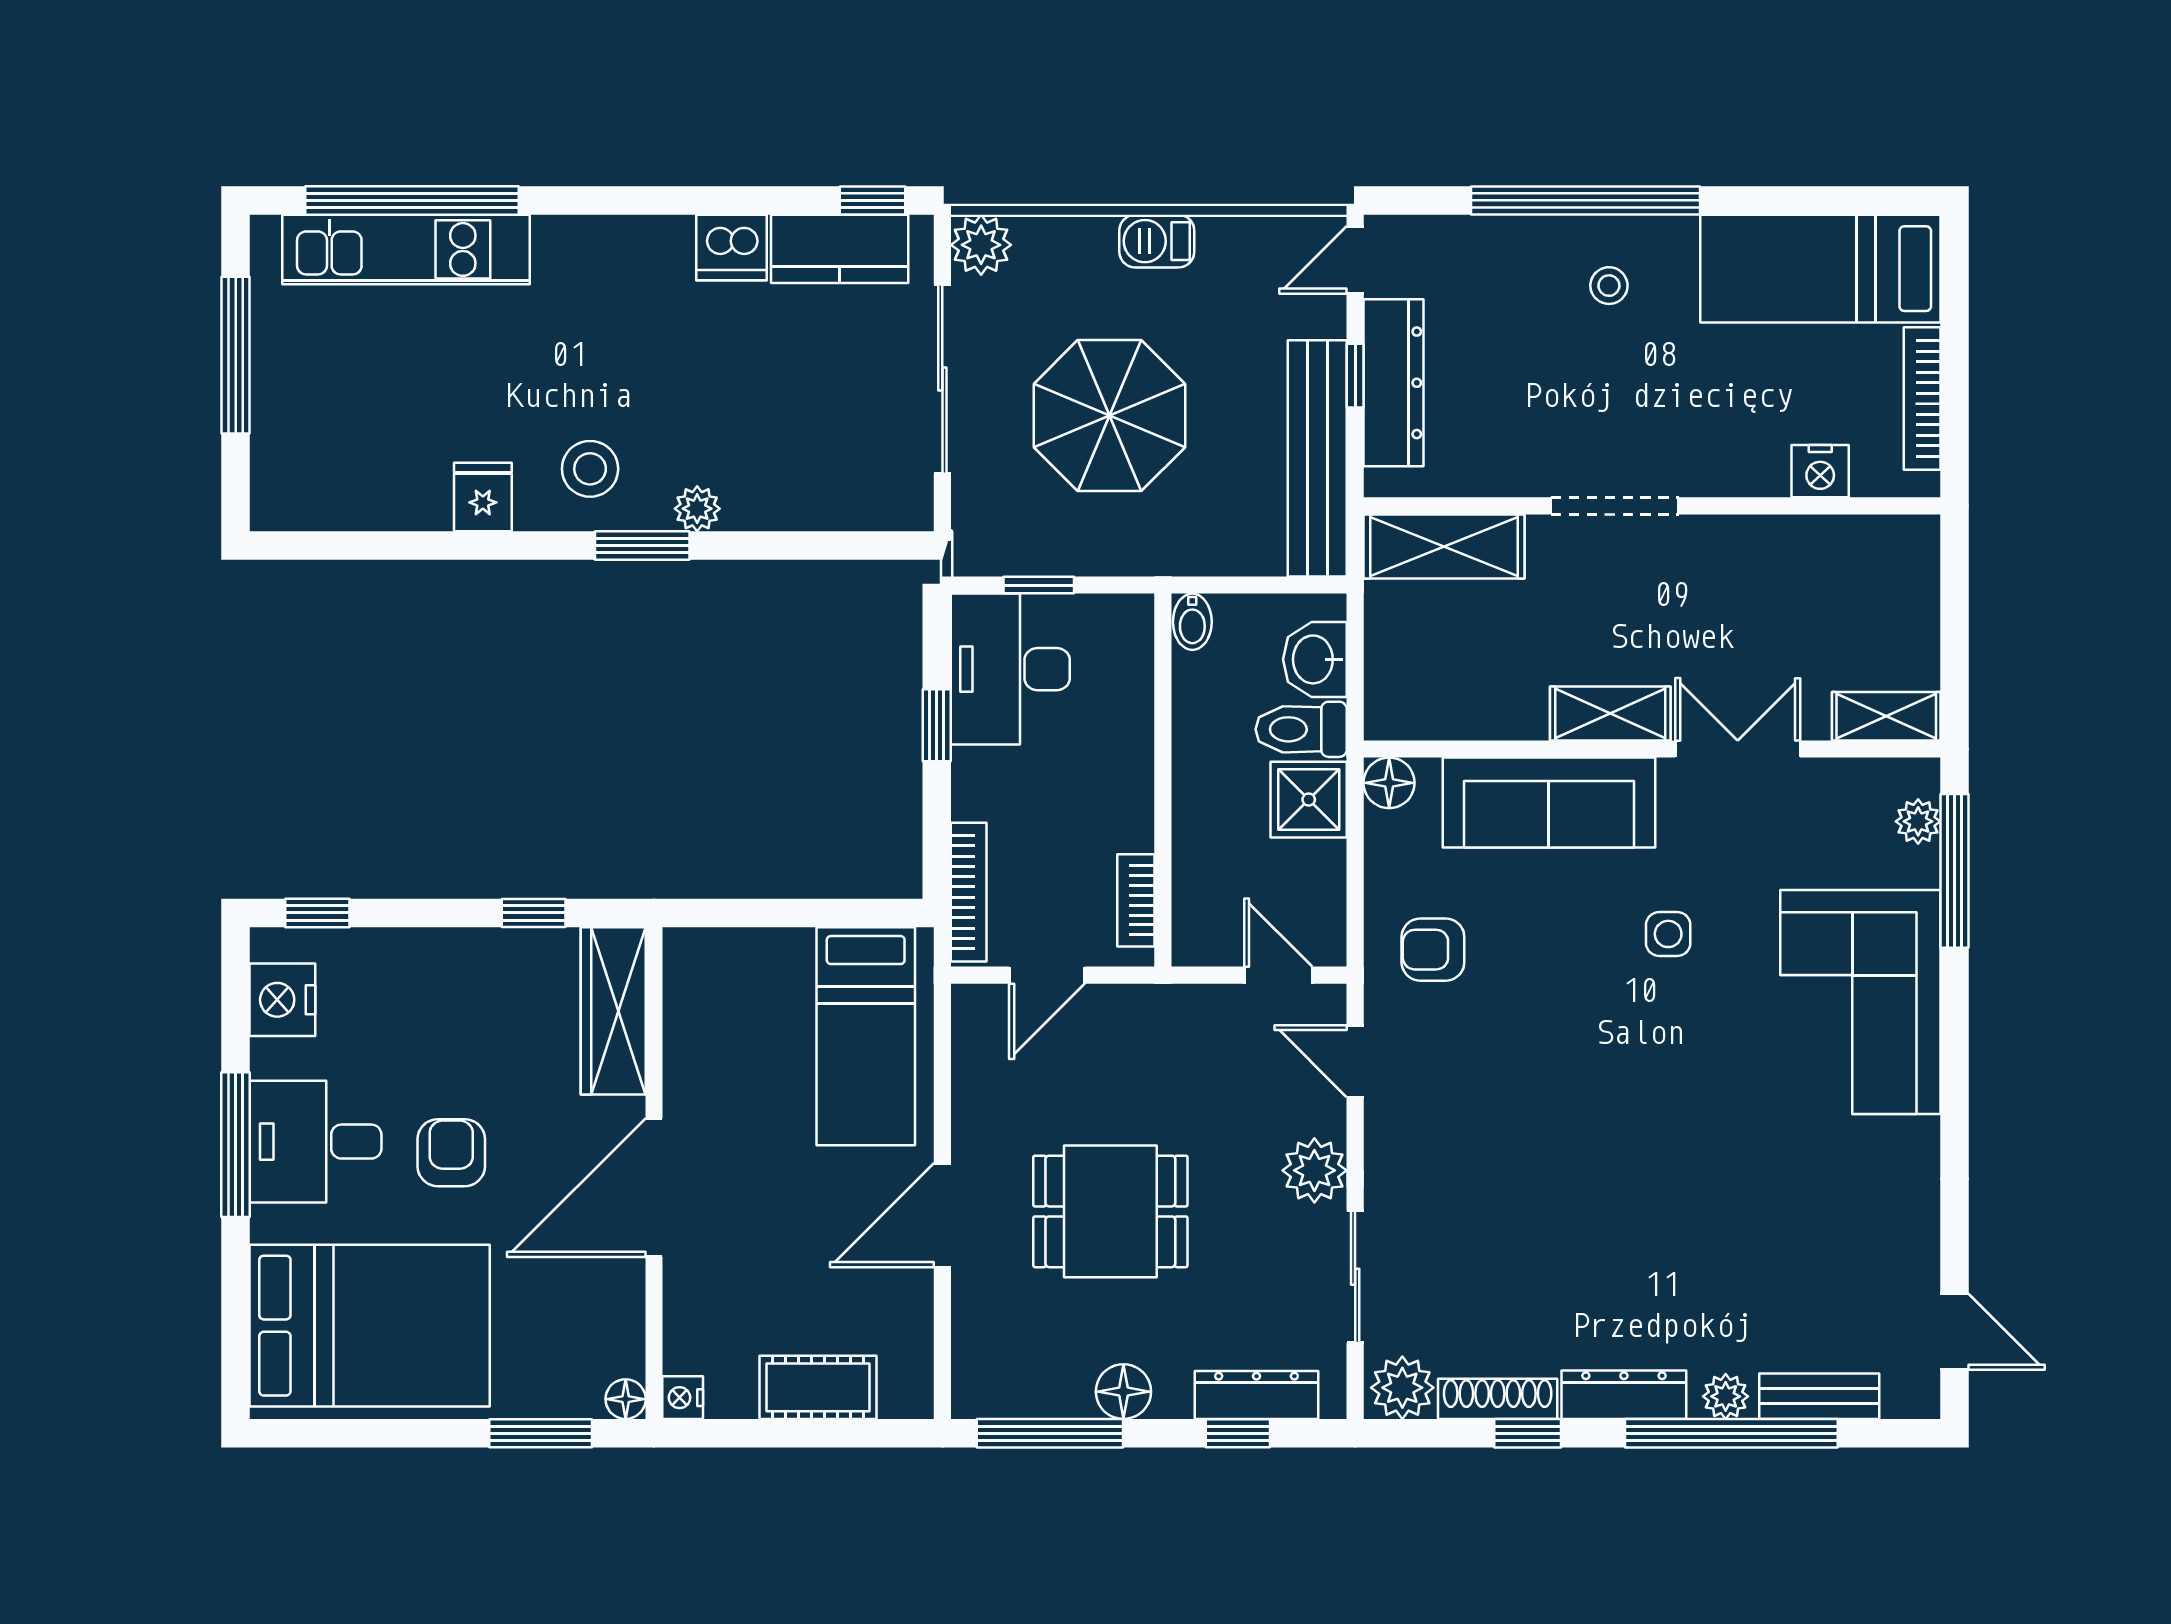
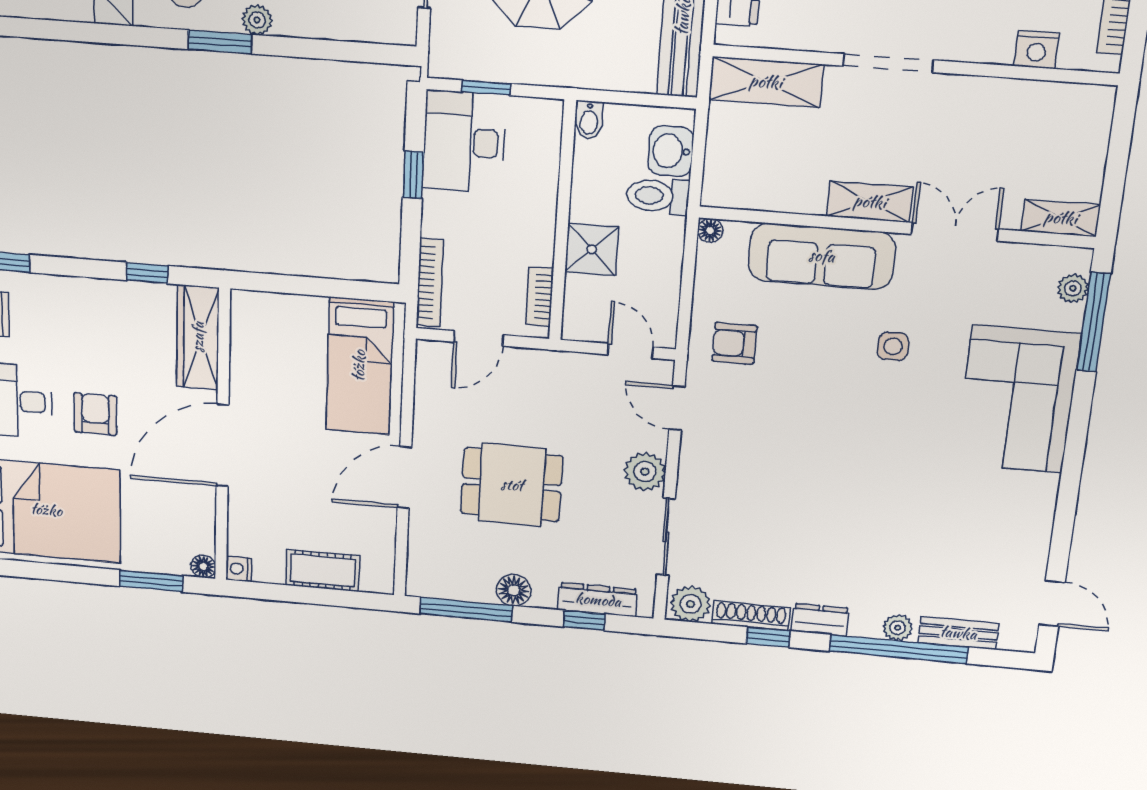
floor lamp: (1389, 783) -> (710, 230), width x0.73, depth x0.73
shower: (1309, 800) -> (592, 249), moved
dresser: (1624, 1395) -> (820, 620), width x0.70

